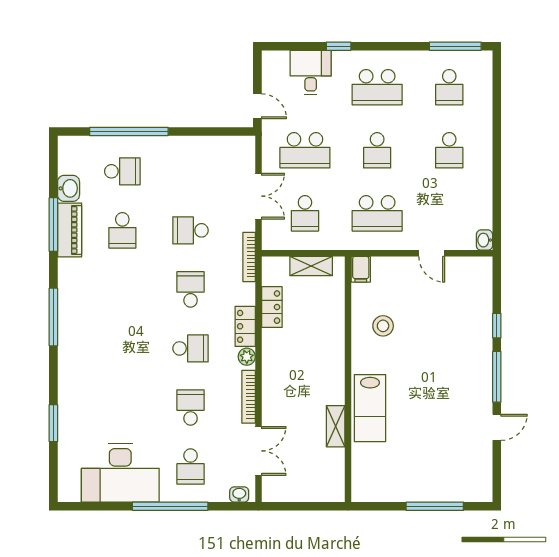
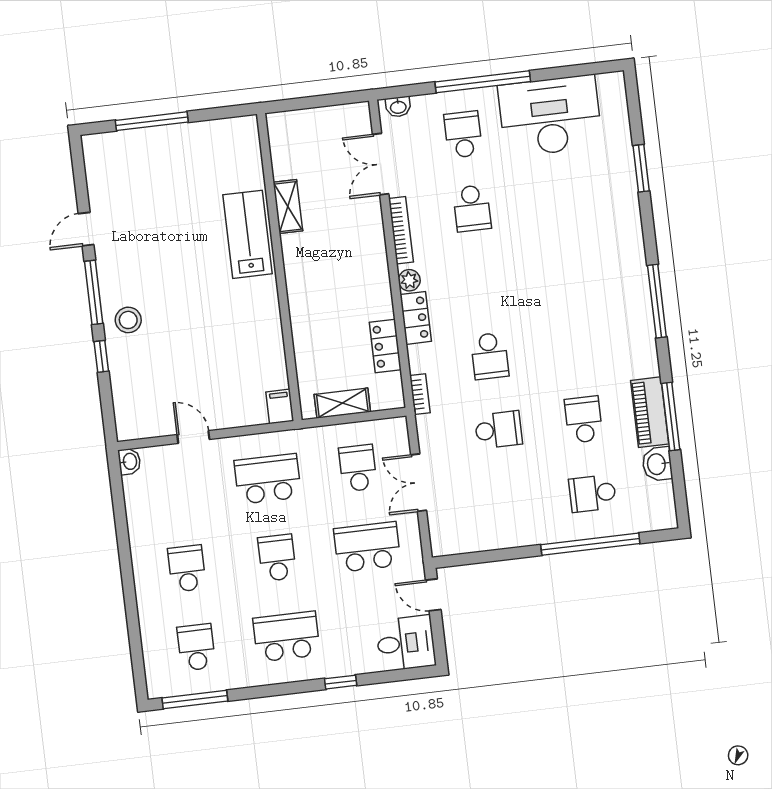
desk: (311, 72) -> (406, 643), moved, turned -90
bookcase: (249, 257) -> (420, 394), width x0.64
stool: (383, 326) -> (128, 320), moved
school desk: (191, 348) -> (481, 282), removed

